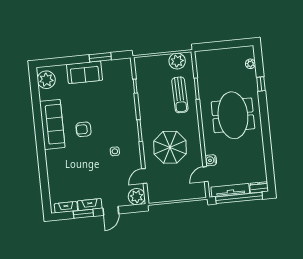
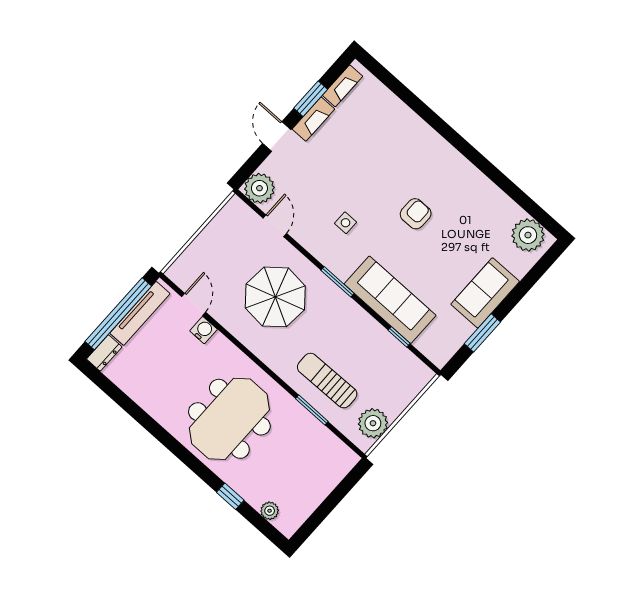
meeting table: (233, 115) -> (229, 419), turned 90
sofa: (52, 124) -> (390, 300), moved, turned 180

